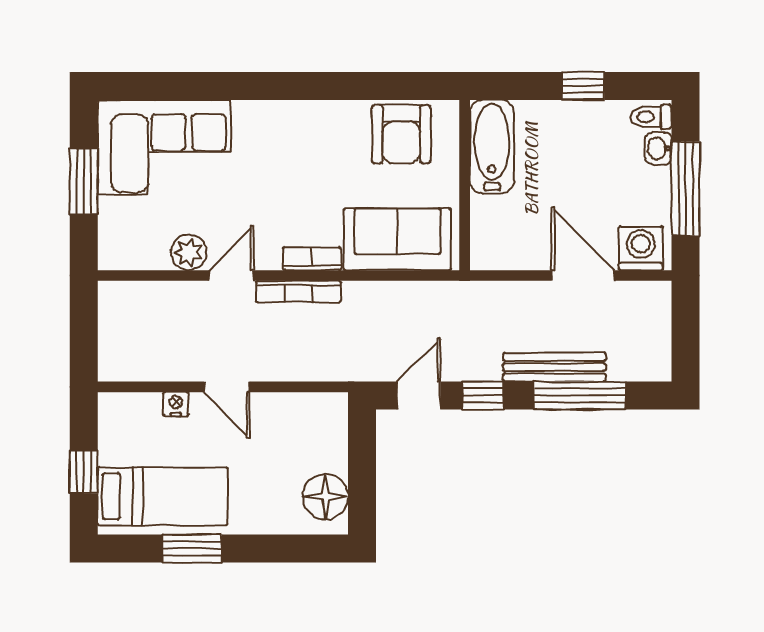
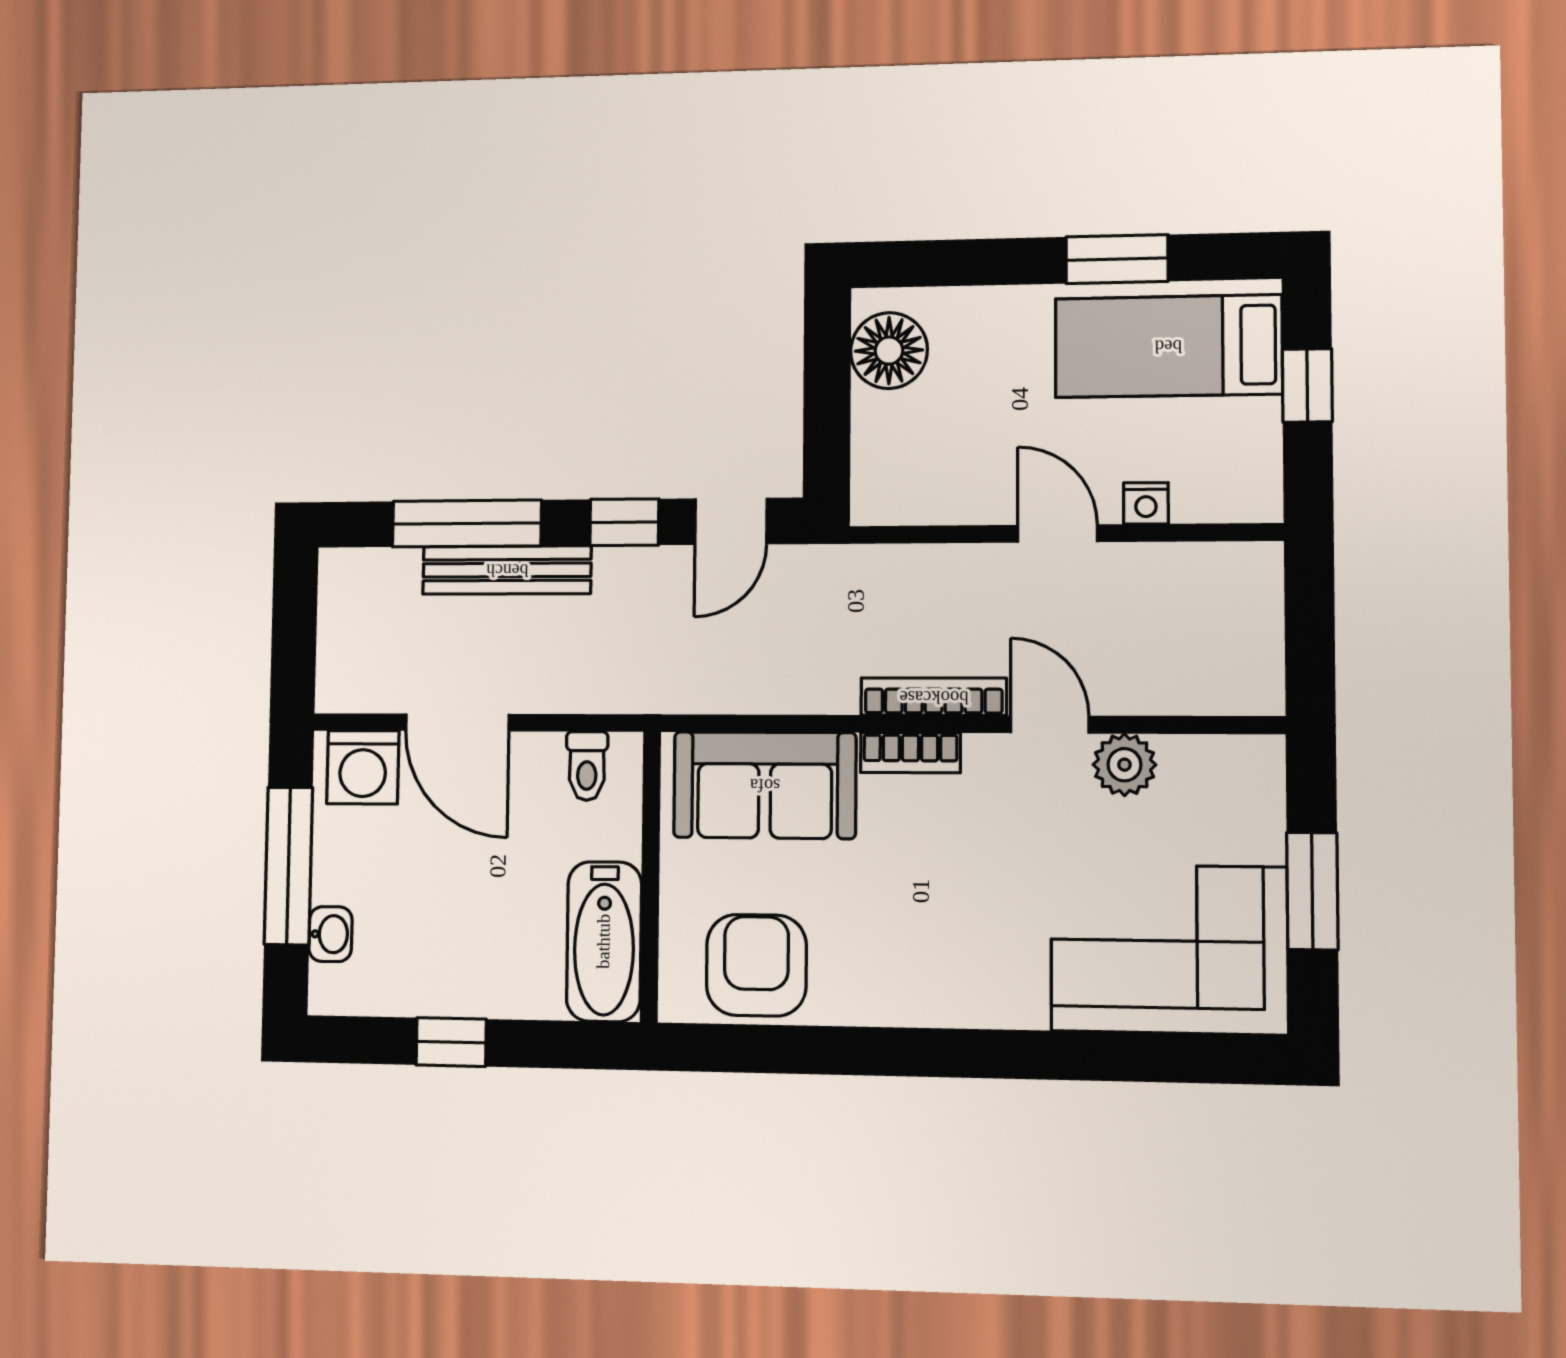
toilet: (651, 117) -> (587, 766), moved, turned 90
door: (231, 276) -> (1050, 724), swing flipped

